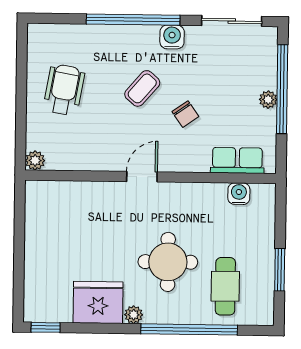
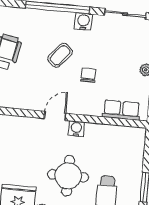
chair: (185, 114) -> (88, 75), turned -145
water cooler: (239, 194) -> (76, 129), moved

